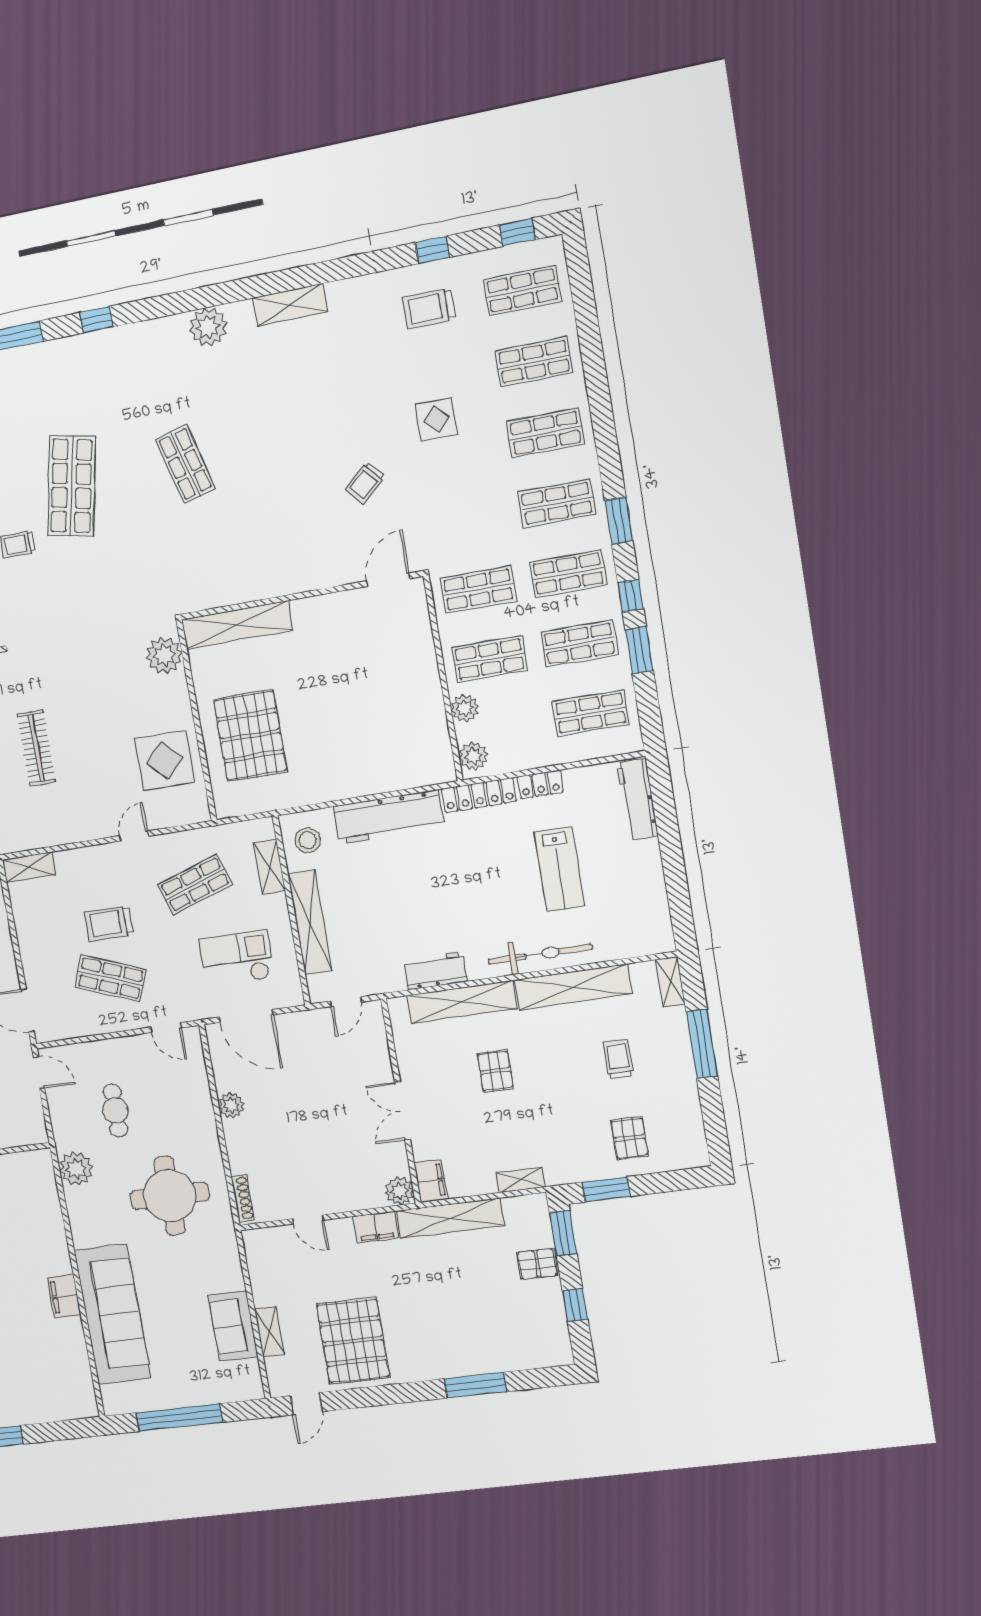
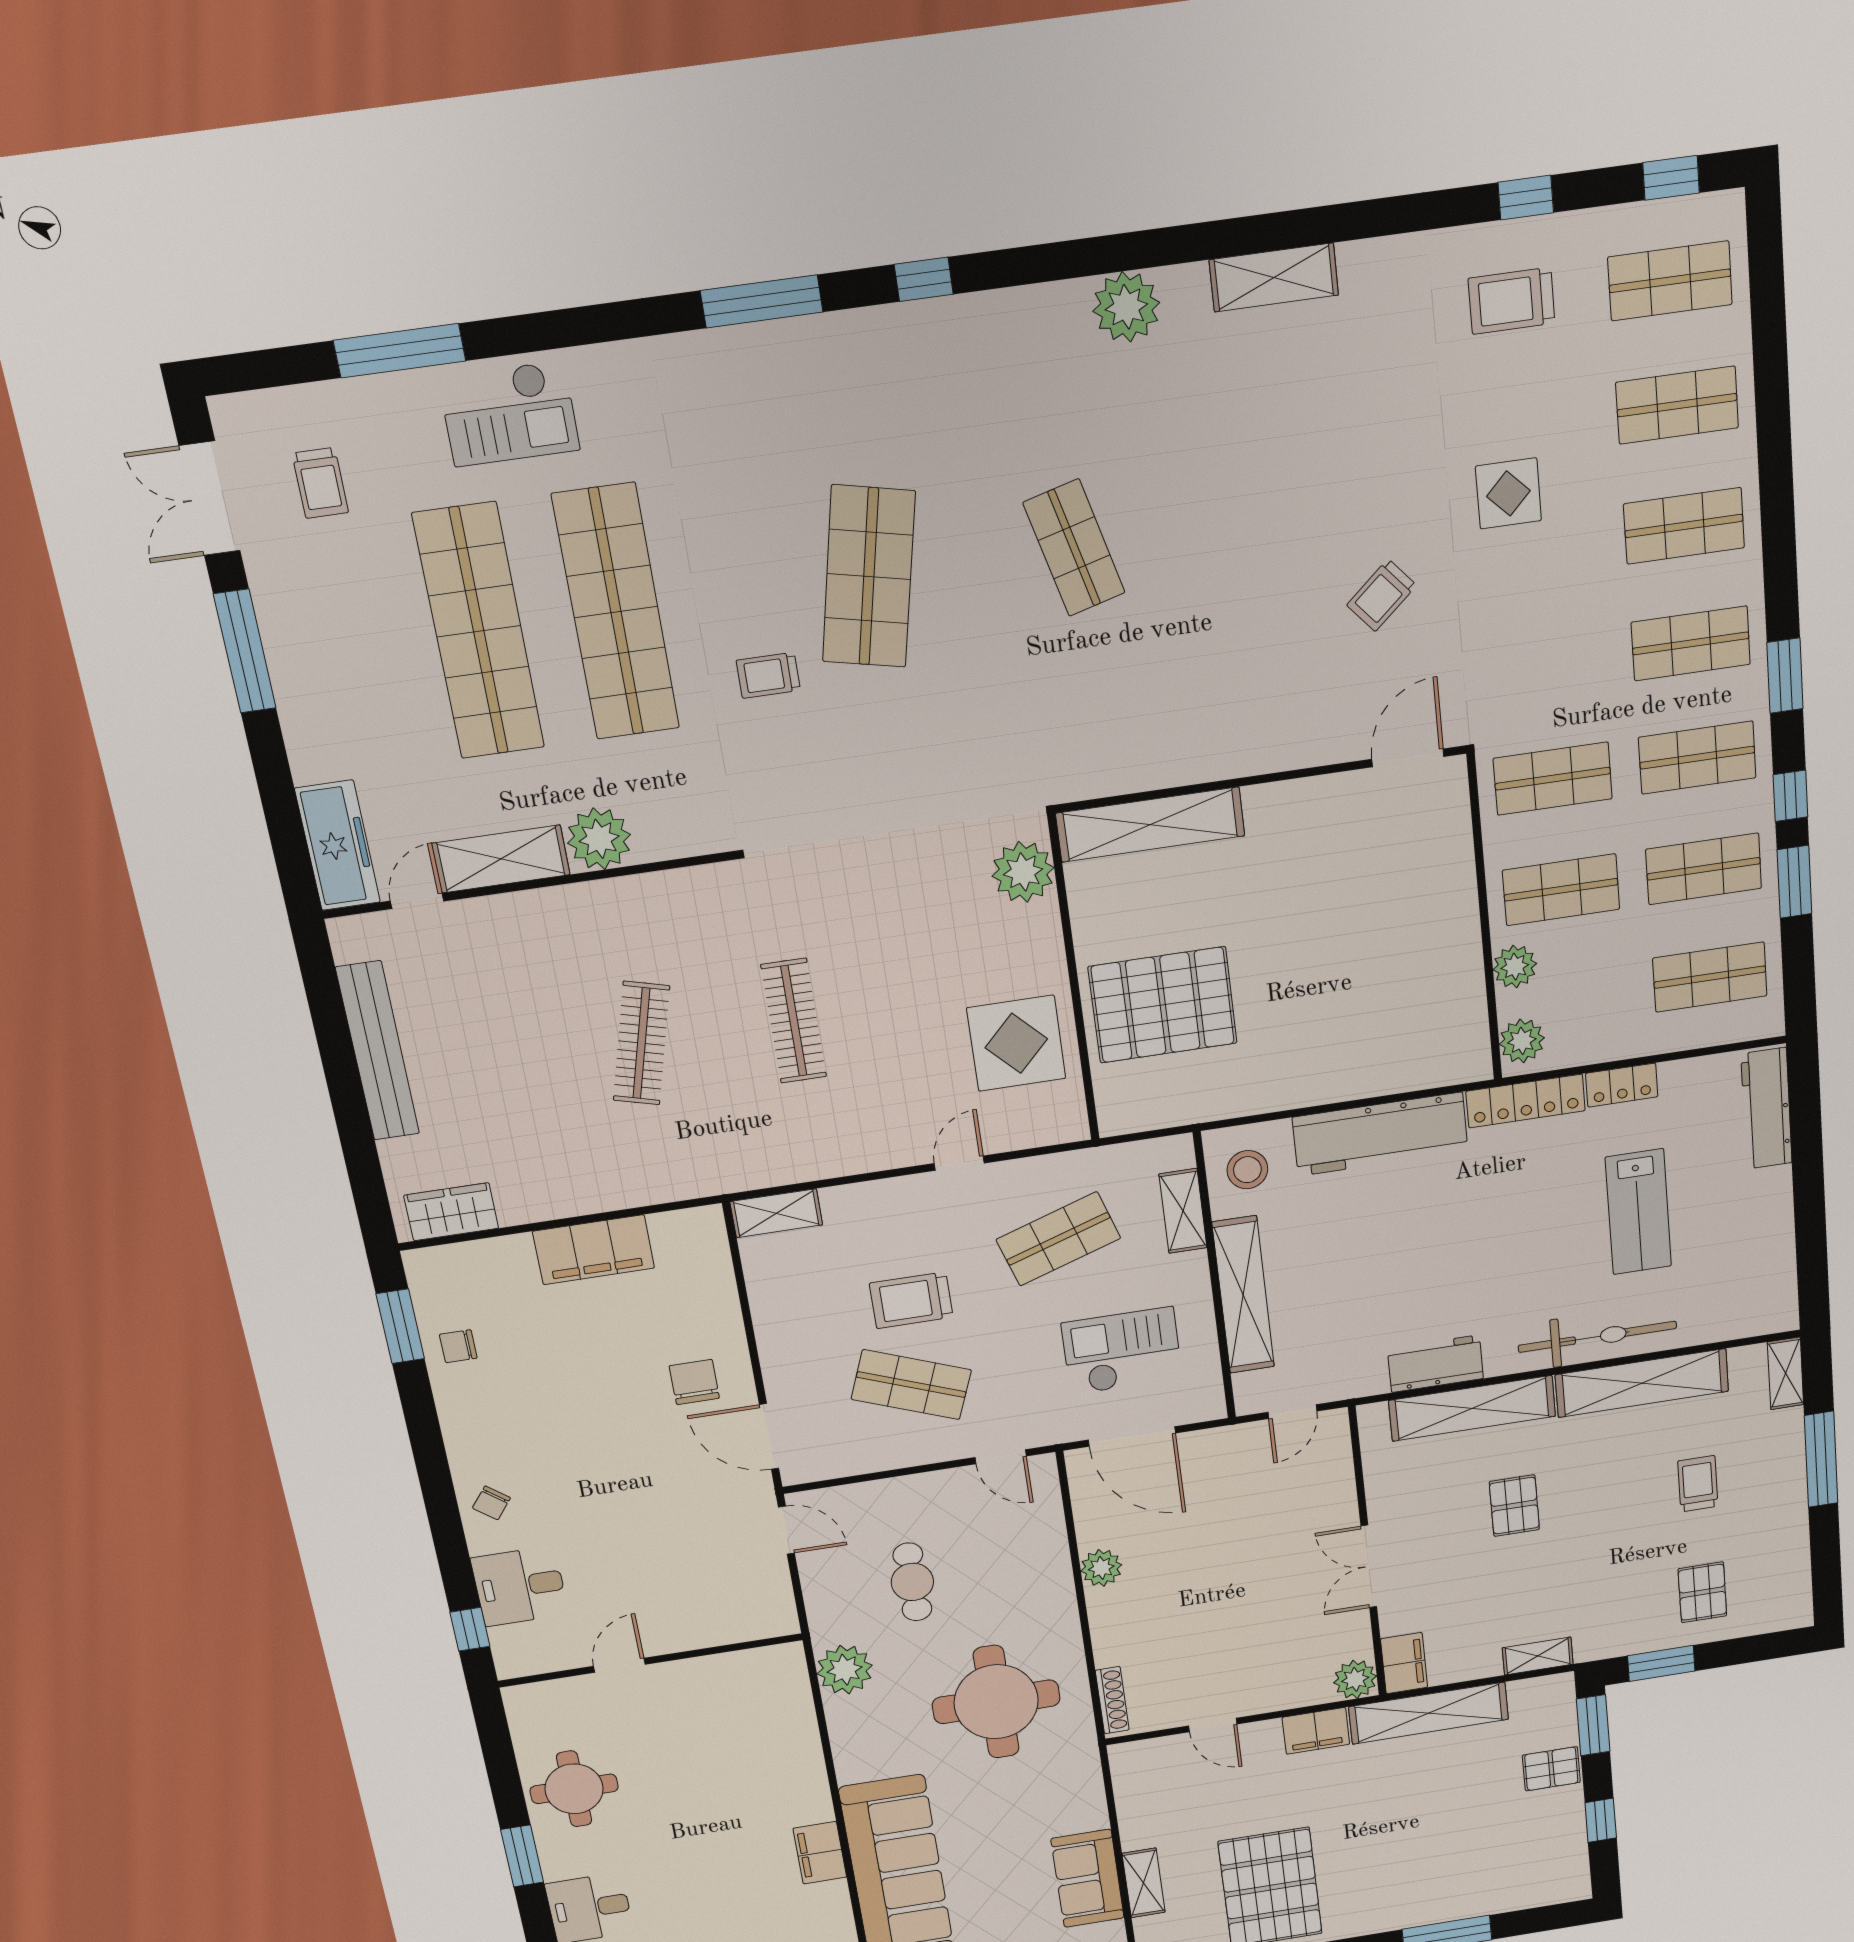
pallet: (250, 736) -> (1163, 1005), turned 90

